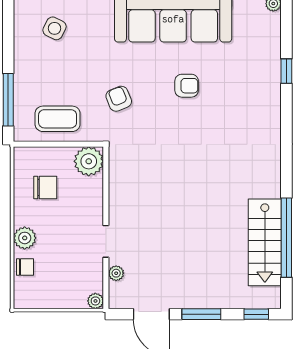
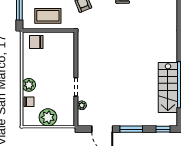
plant: (89, 161) -> (66, 40), removed
chair: (45, 187) -> (36, 42), moved, turned 180
plant: (95, 301) -> (48, 117), moved, width x1.88, depth x1.88

